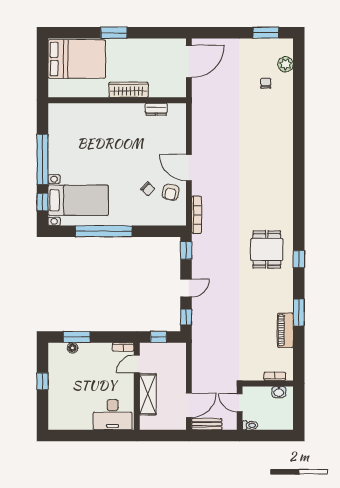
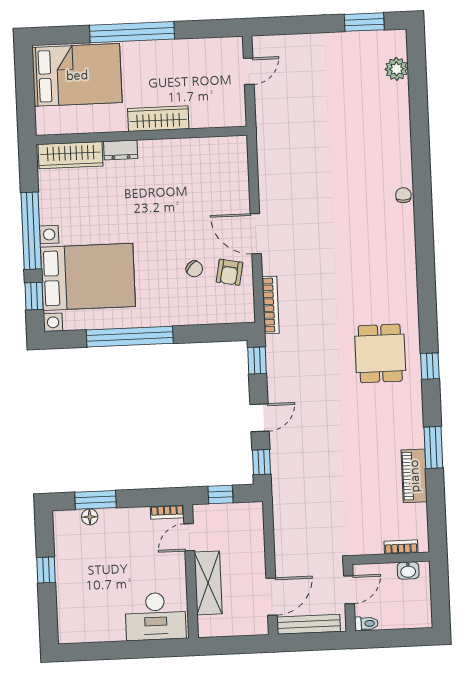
window: (114, 33) -> (132, 32), width x2.11
door: (189, 61) -> (249, 71), width x0.53
chair: (266, 83) -> (403, 195), moved
dresser: (156, 109) -> (121, 150), moved
wardrobe: (70, 111) -> (71, 155), added
bed with nightstands: (78, 200) -> (88, 277), width x1.36
door: (240, 403) -> (349, 590), swing flipped
bench: (207, 424) -> (309, 624), width x1.36

